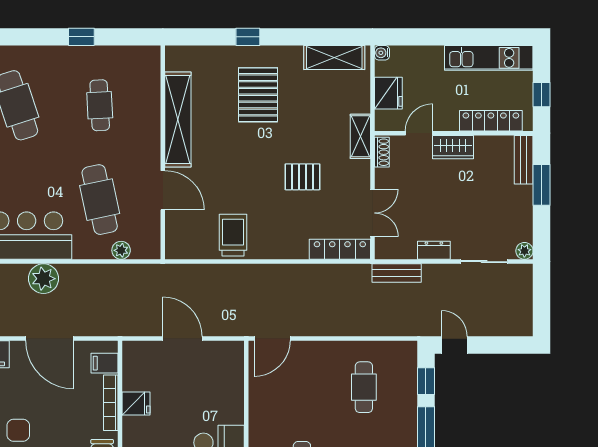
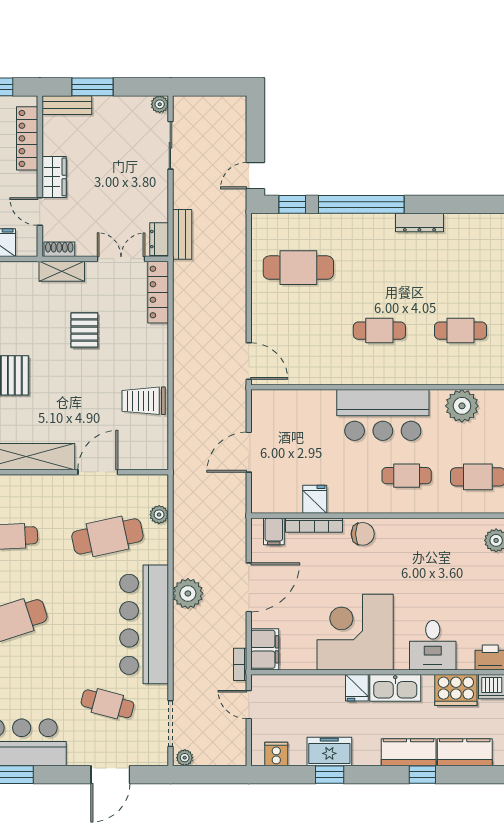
shelving: (360, 136) -> (62, 271), moved
dresser: (434, 250) -> (159, 239), moved
cafe table: (364, 387) -> (298, 268), width x1.37, depth x1.35

